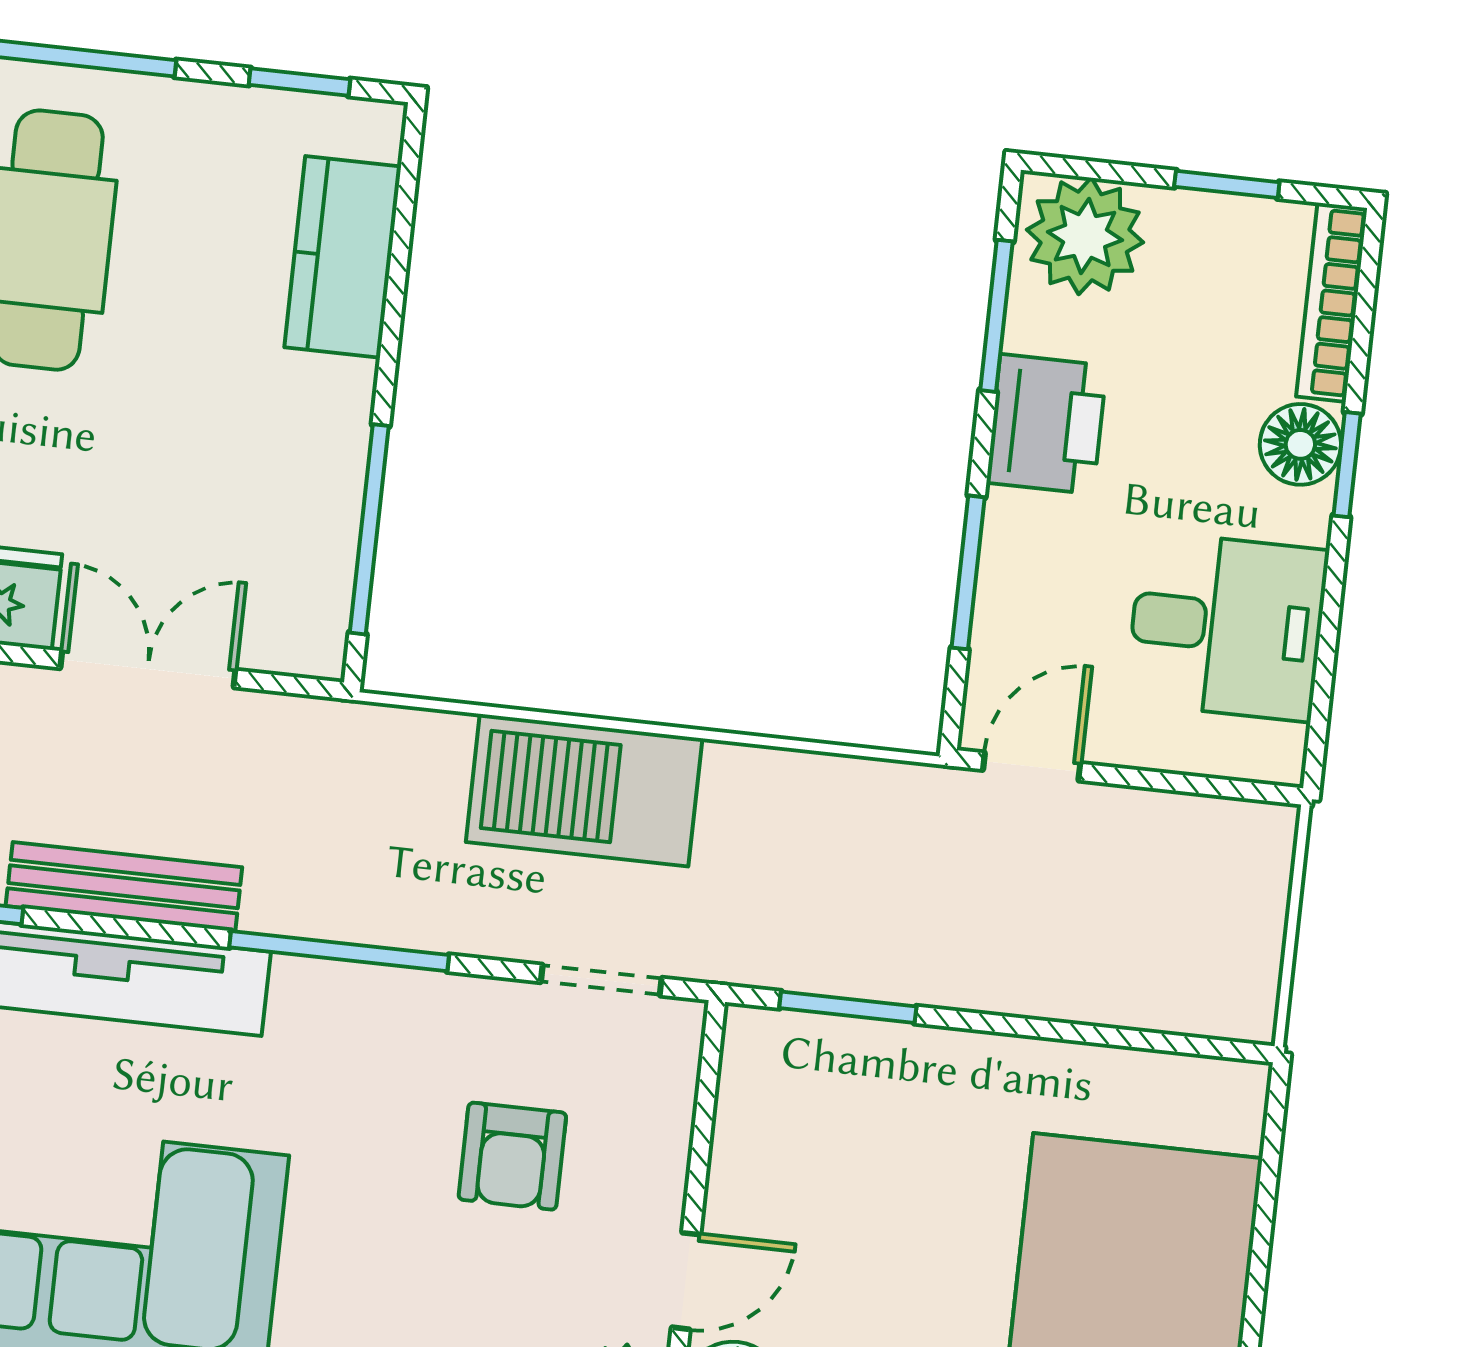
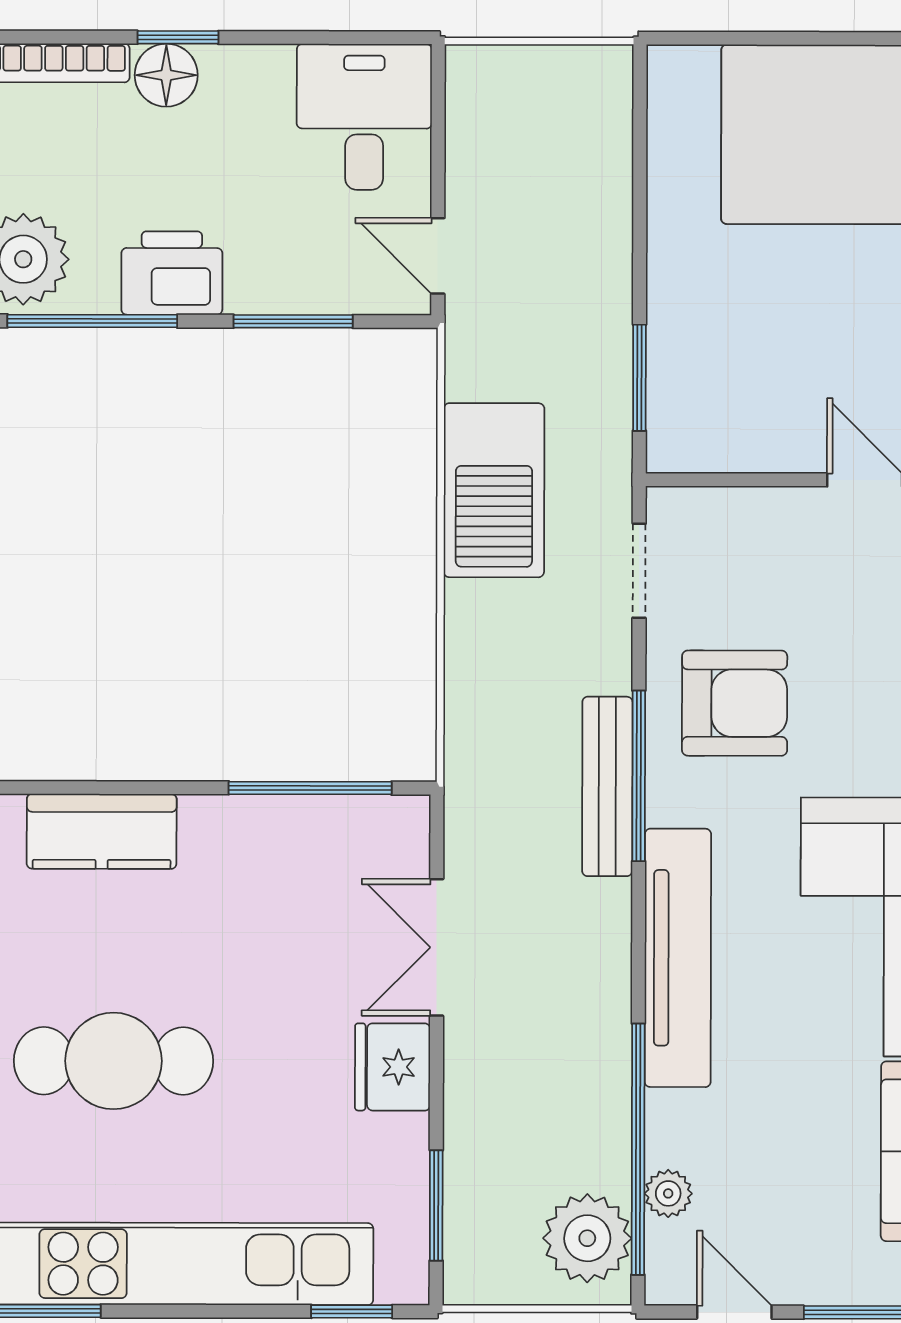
window: (996, 316) -> (92, 321), width x1.44
desk: (1227, 626) -> (364, 117), moved
barbecue: (584, 790) -> (494, 490), moved
bench: (124, 887) -> (607, 786), moved
armchair: (512, 1156) -> (735, 703), moved, width x1.38, depth x1.38

